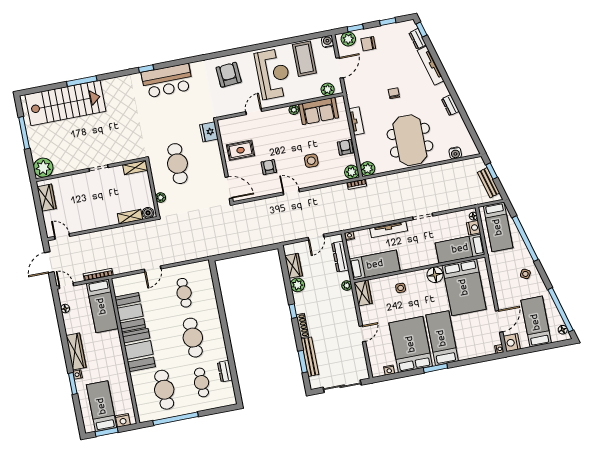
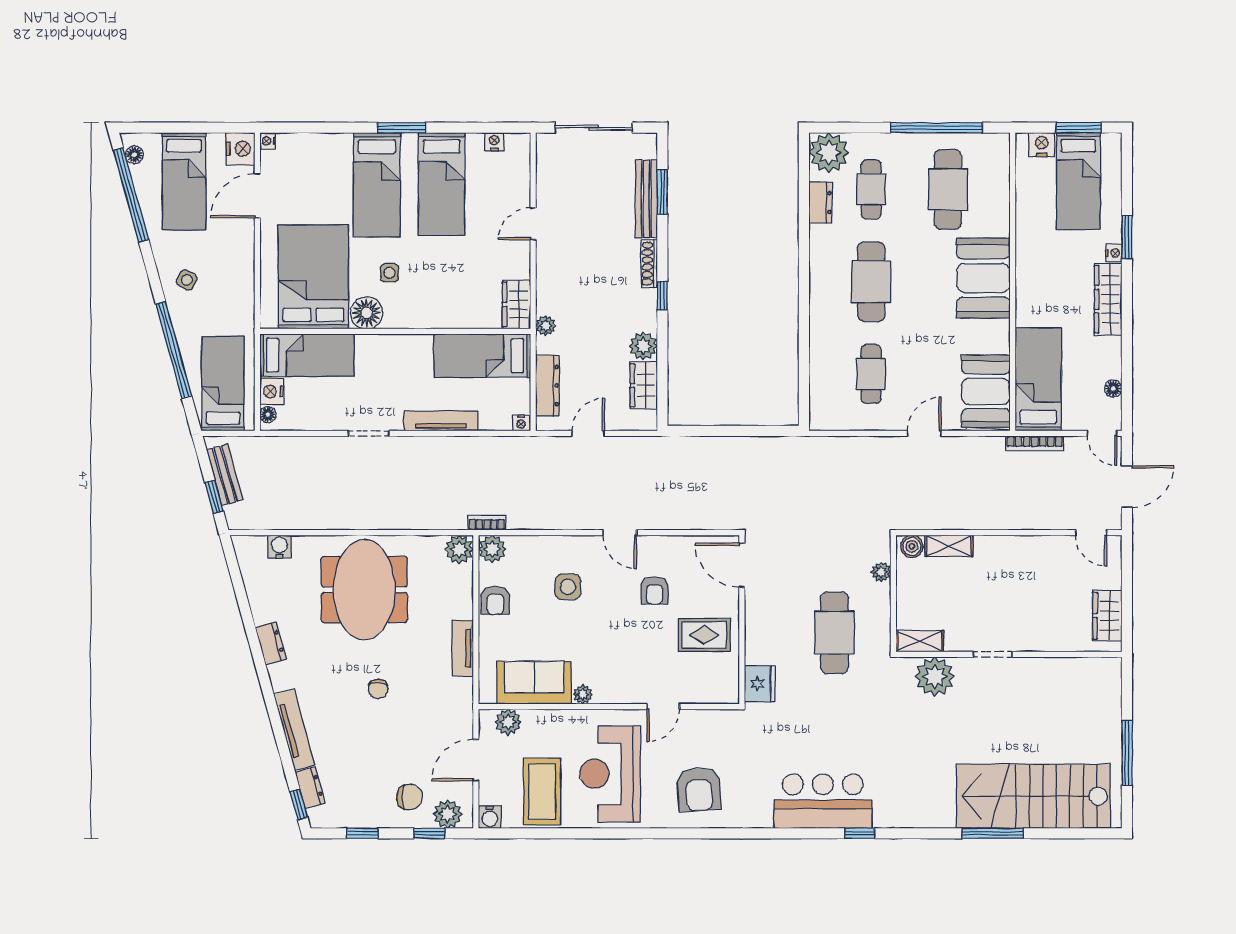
plant: (43, 168) -> (935, 676), moved
side table: (401, 288) -> (389, 273), moved
booth: (130, 312) -> (986, 391), moved
bed: (411, 344) -> (442, 184), width x0.67
plant: (226, 396) -> (829, 153), added

